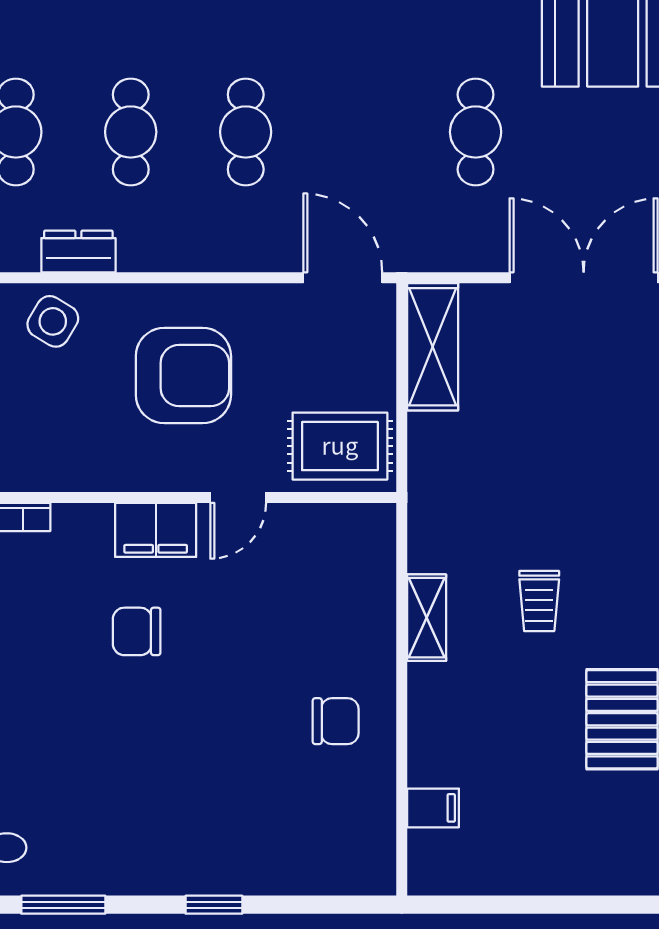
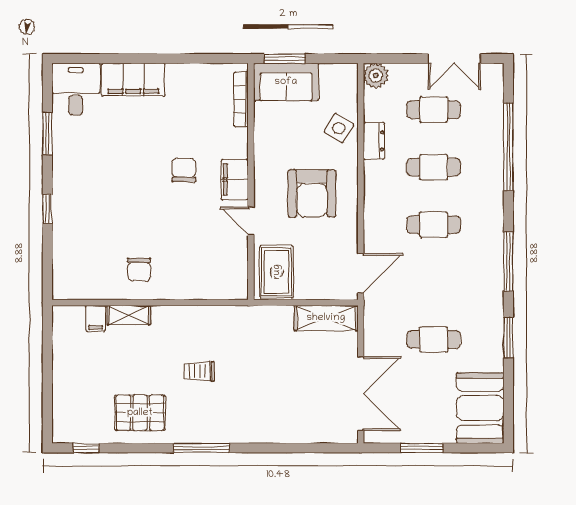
shelving: (427, 618) -> (129, 315), moved

